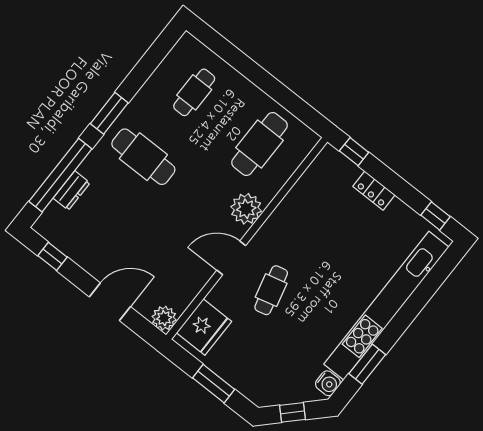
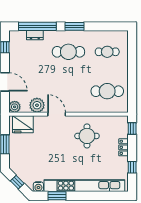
cafe table: (143, 157) -> (68, 52), turned 90
plant: (246, 209) -> (37, 105), moved
window: (435, 216) -> (132, 167), moved
round table: (307, 236) -> (87, 136), added
cafe table: (271, 290) -> (56, 138), removed

